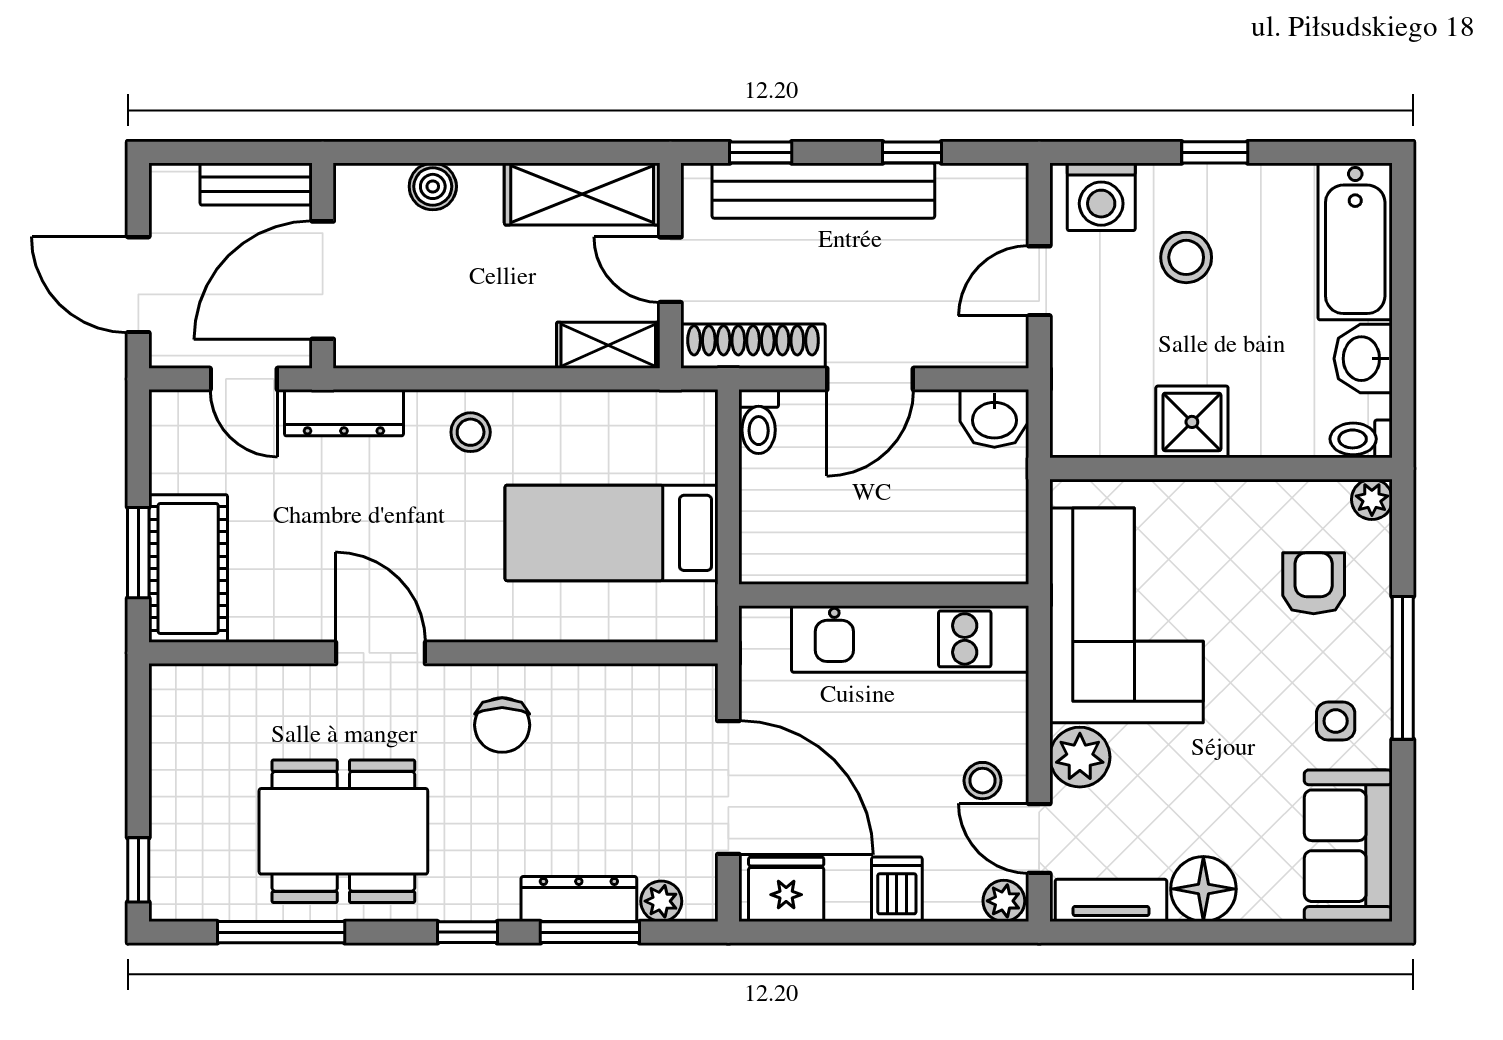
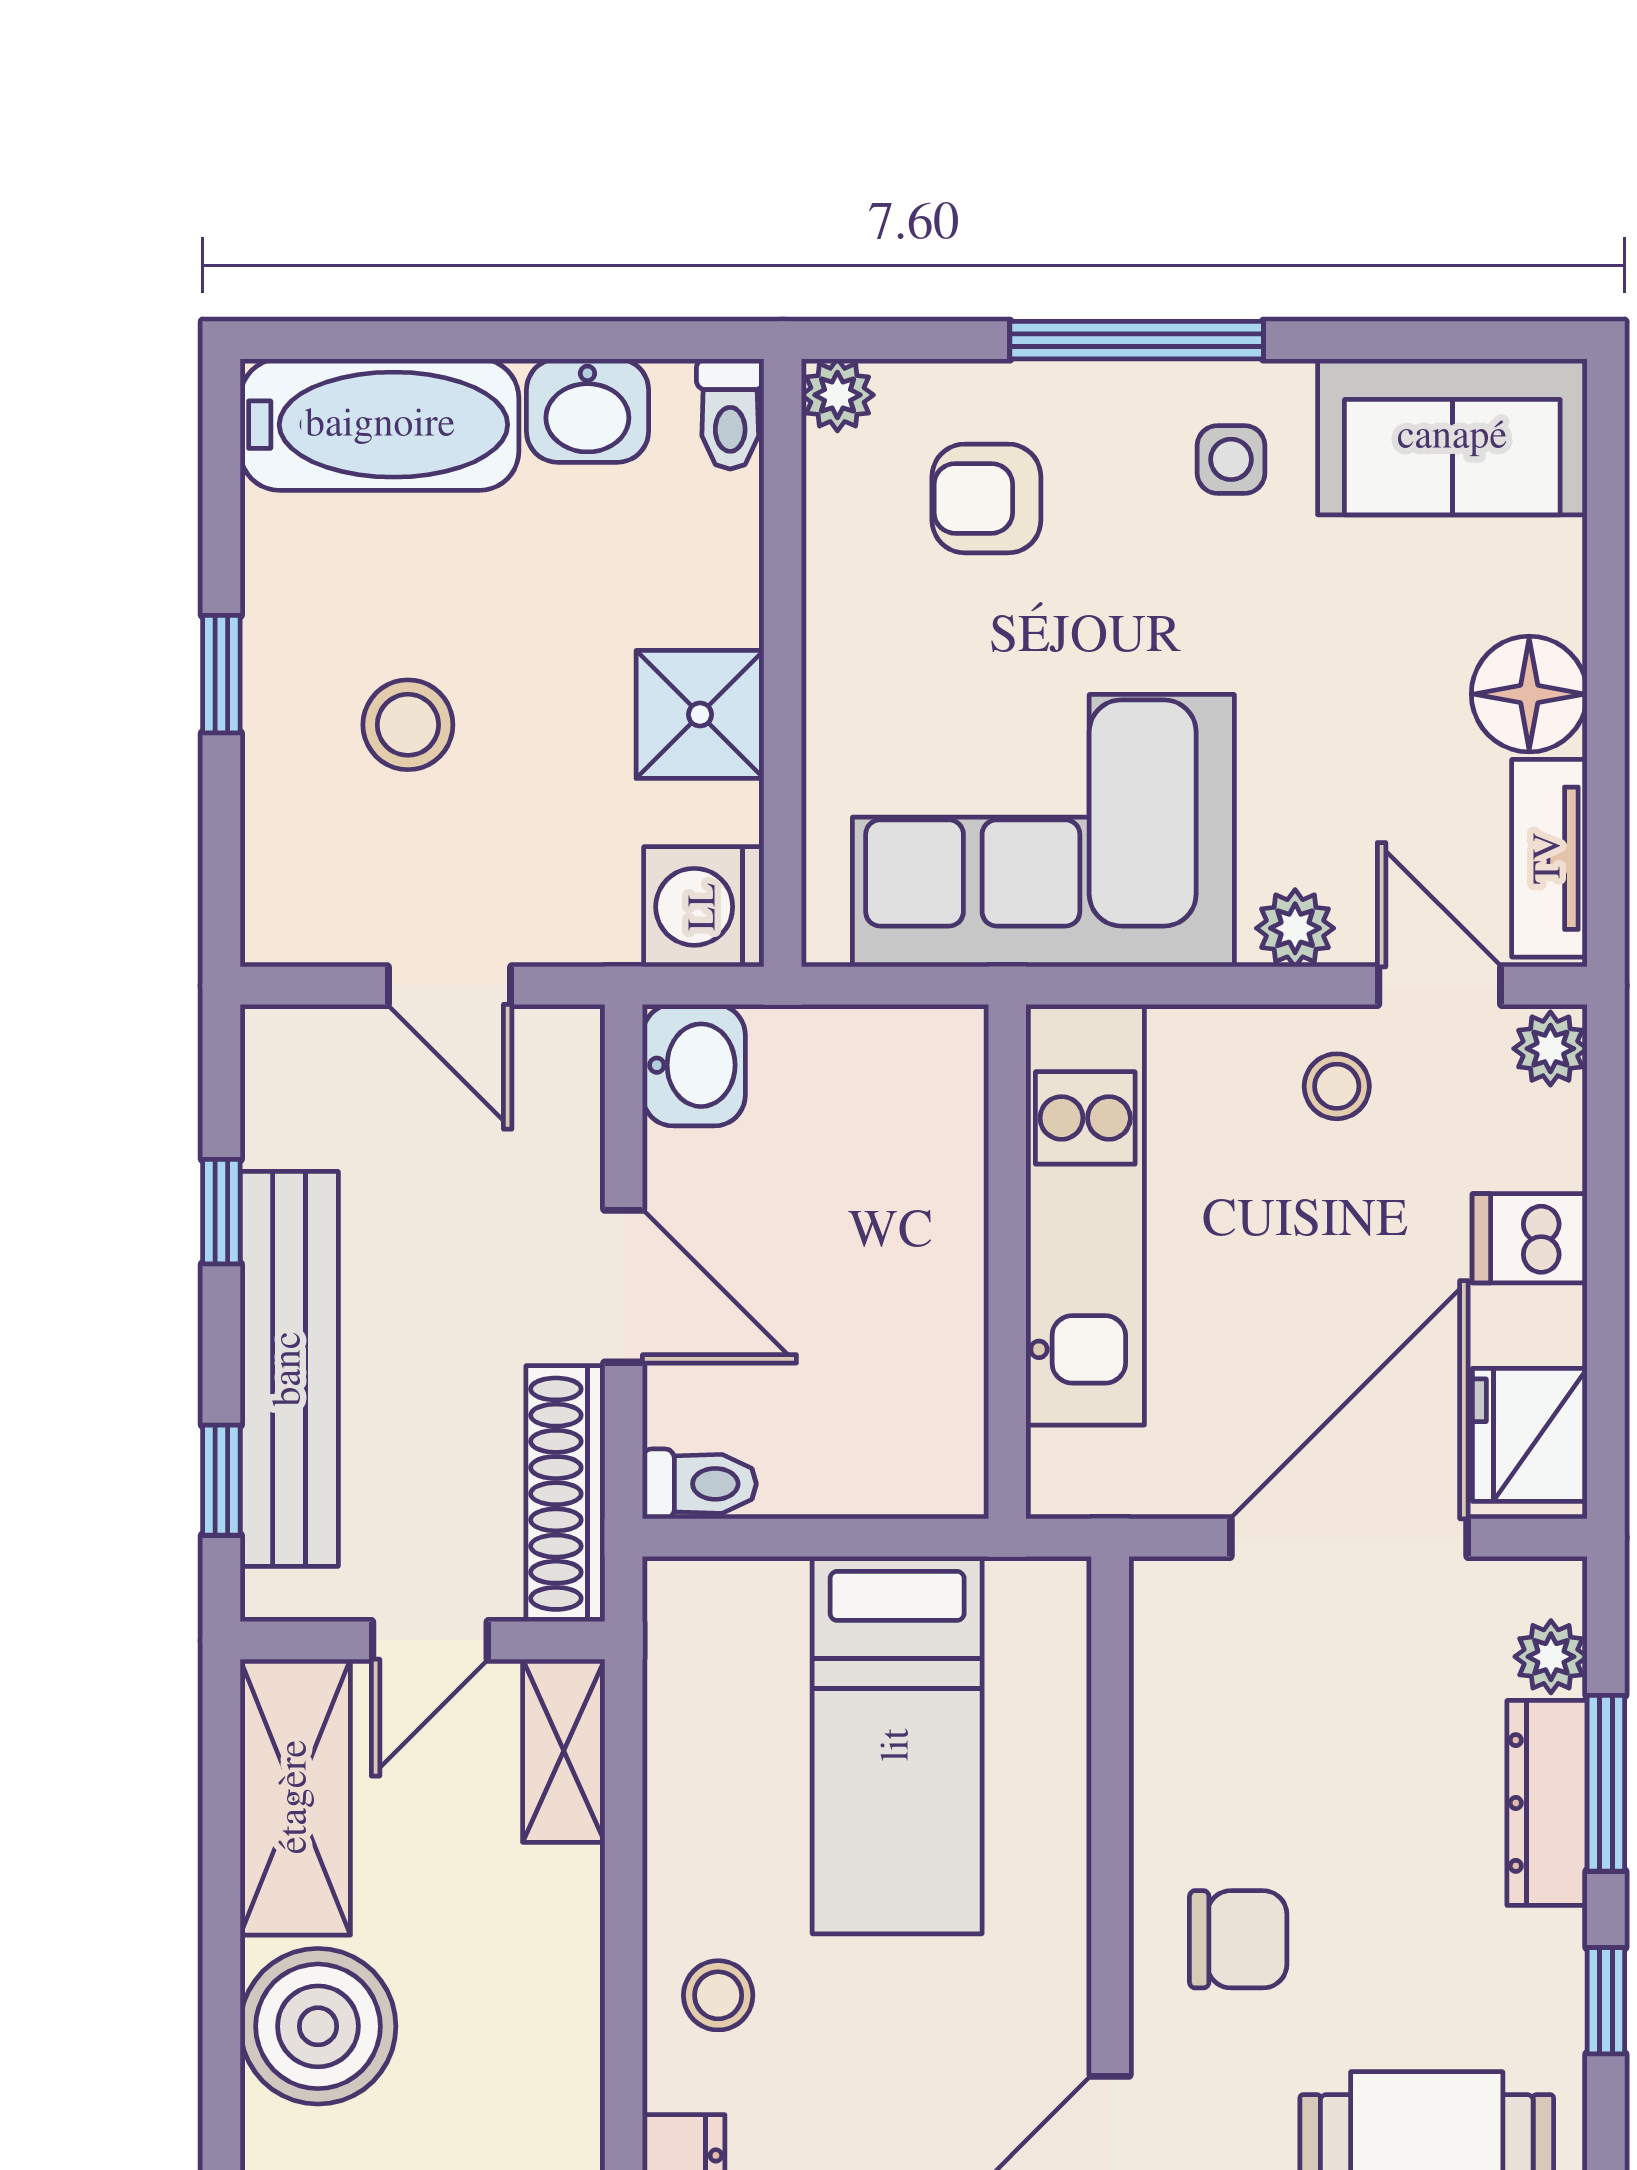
boiler: (433, 186) -> (318, 2026), width x1.86, depth x1.86
washing machine: (1101, 197) -> (704, 907), moved, turned 180
plant: (1080, 757) -> (1295, 928), width x0.73, depth x0.73
door: (1039, 839) -> (1440, 986), swing flipped

